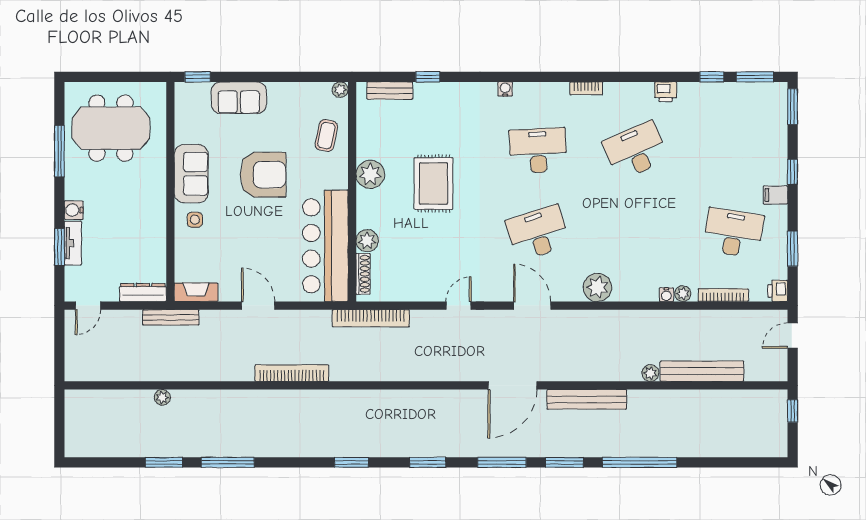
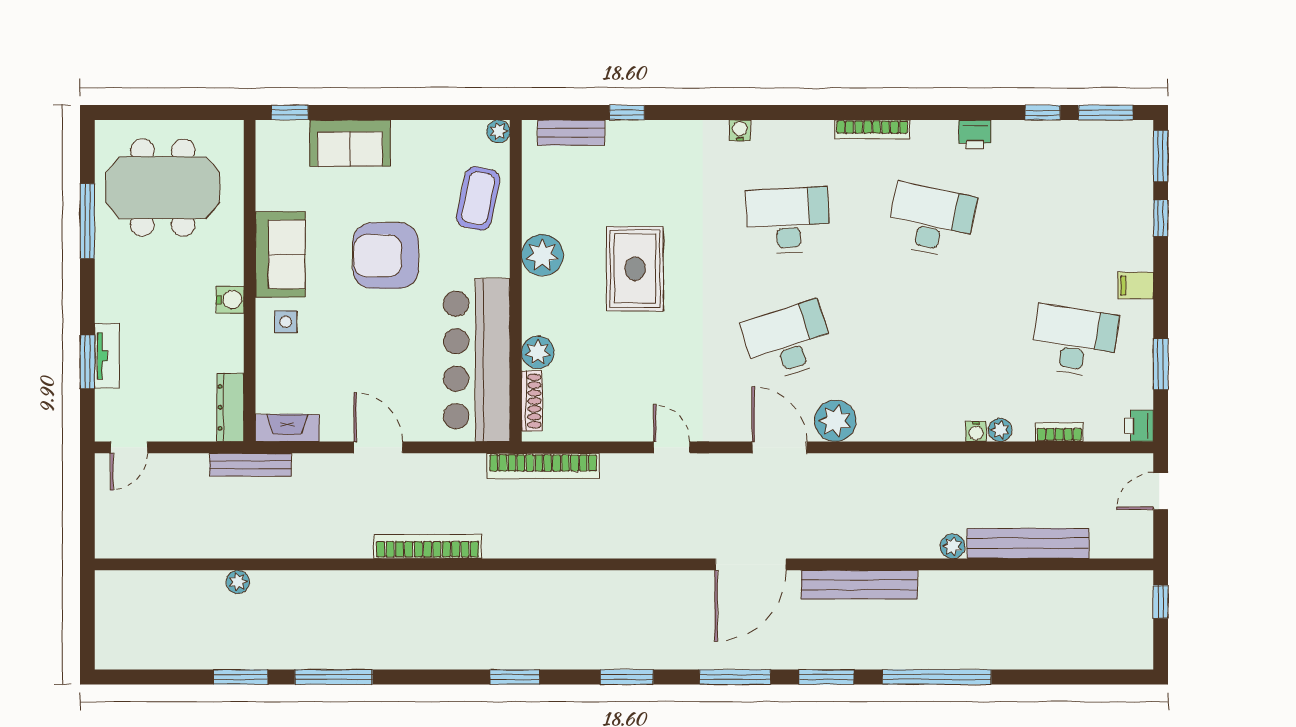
bookcase: (586, 88) -> (872, 129), width x1.56
coffee table: (326, 136) -> (478, 198), width x1.36, depth x1.30
desk: (636, 151) -> (931, 220), turned 36
window: (793, 172) -> (1161, 218), moved
armchair: (263, 175) -> (386, 256), turned 180
water cooler: (74, 210) -> (230, 300), moved, turned 180
plant: (597, 287) -> (835, 421), moved
dresser: (143, 292) -> (230, 407), moved, turned -90
bookcase: (723, 295) -> (1059, 432), width x0.64
door: (459, 306) -> (672, 447), hinge flipped

